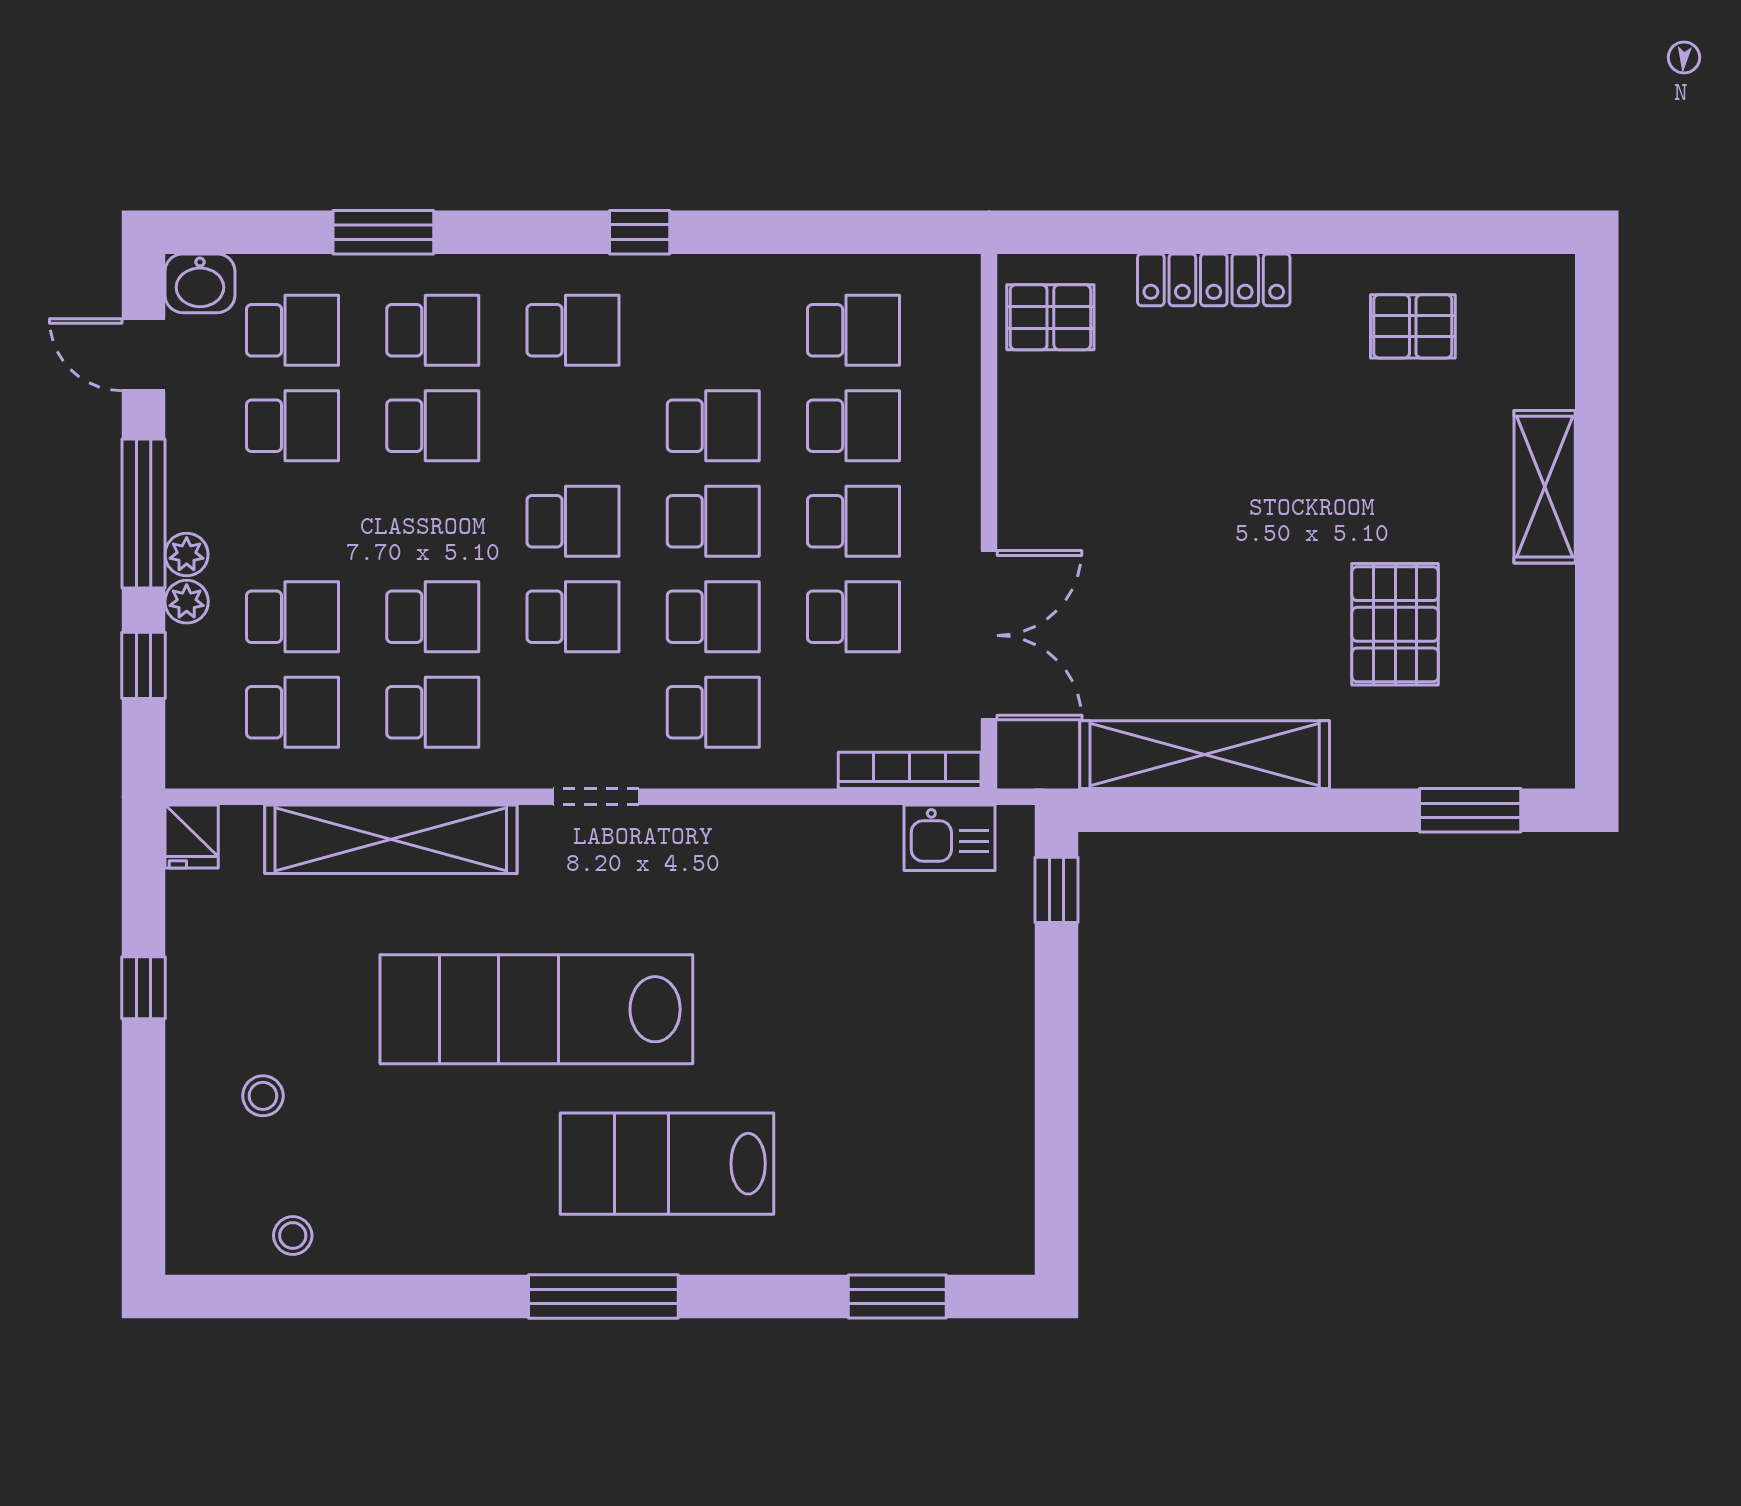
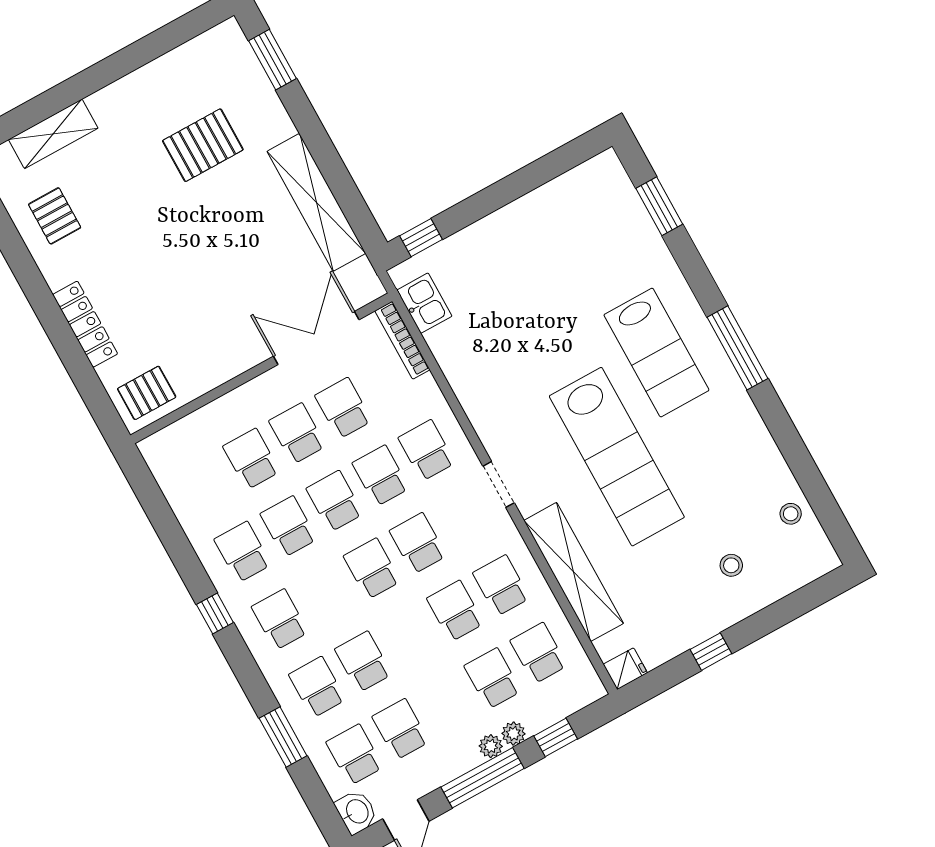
pallet: (1050, 317) -> (147, 393), turned 90
school desk: (854, 330) -> (243, 552), moved
shelving: (1545, 487) -> (53, 134), moved

